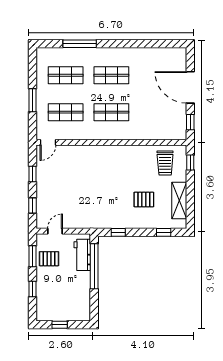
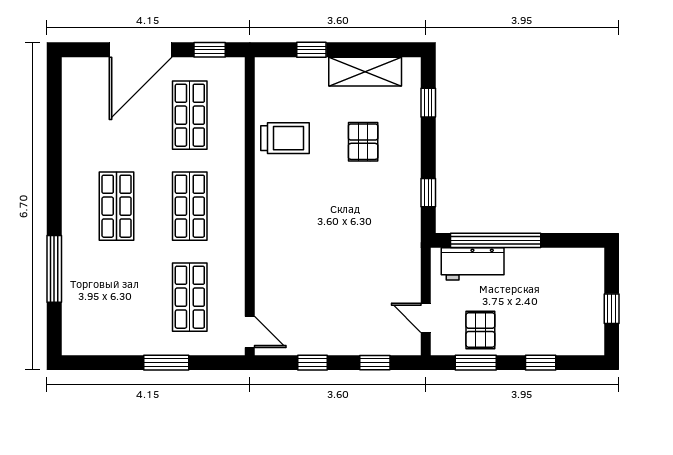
shop shelf: (66, 75) -> (190, 115), moved
trolley: (165, 163) -> (285, 138), moved
window: (190, 163) -> (311, 50), moved

